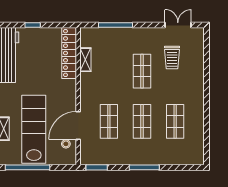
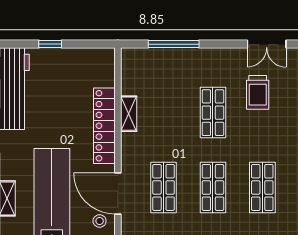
double door: (178, 25) -> (267, 44), swing flipped
locker: (69, 53) -> (104, 126), moved
shelving: (85, 60) -> (129, 114), moved
door: (78, 125) -> (118, 194), hinge flipped

